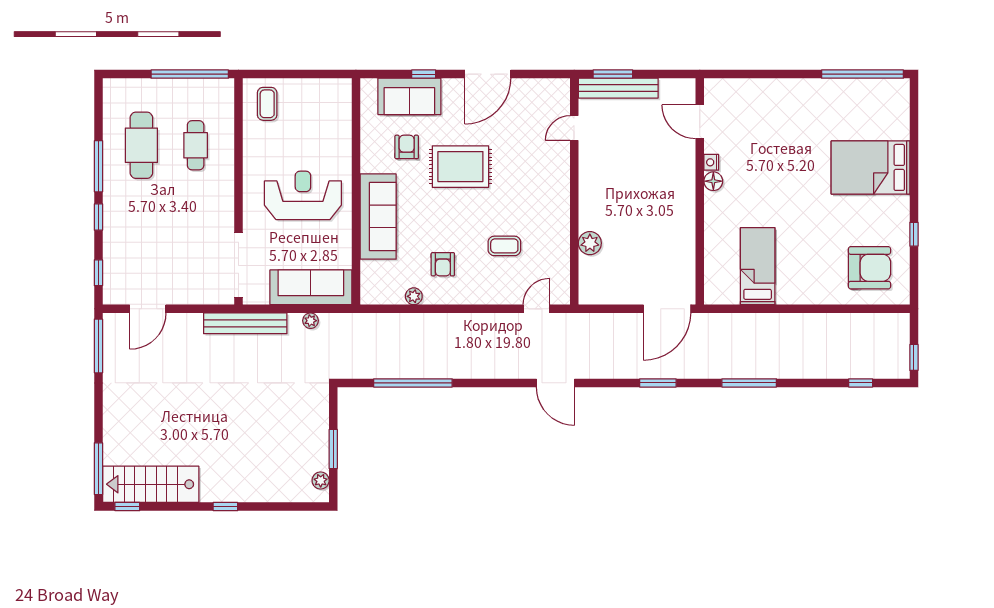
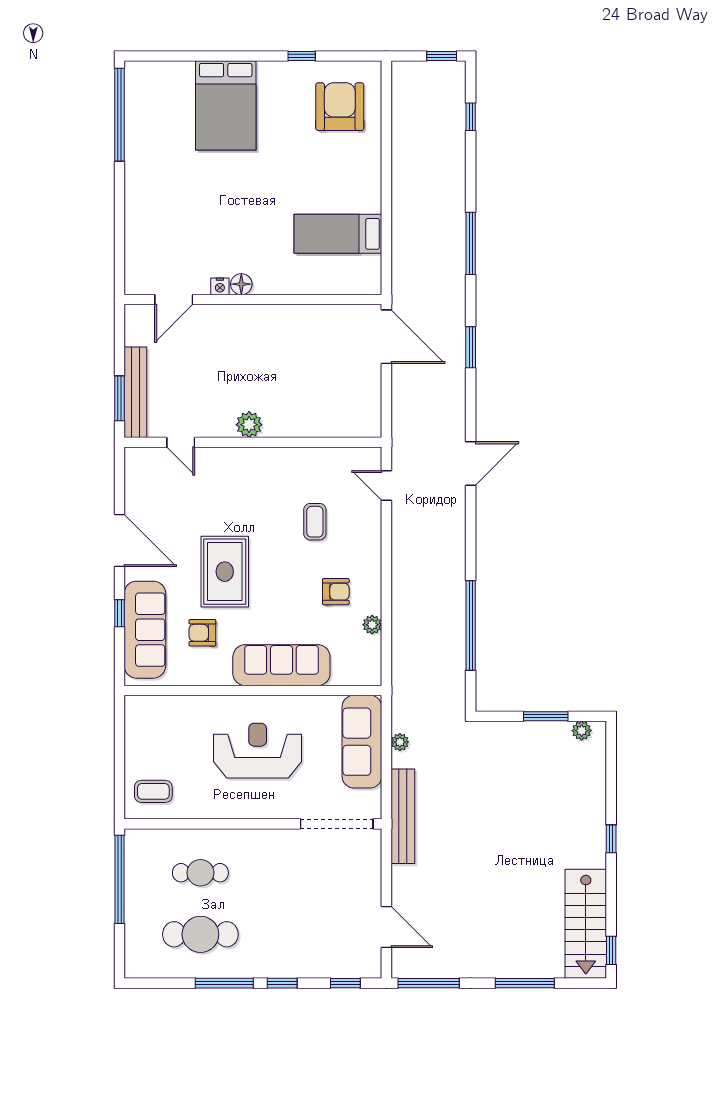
sofa: (409, 96) -> (145, 630), width x1.36
reception desk: (303, 195) -> (258, 751), turned 90
plant: (590, 243) -> (249, 425), moved
window: (98, 469) -> (525, 983), moved

